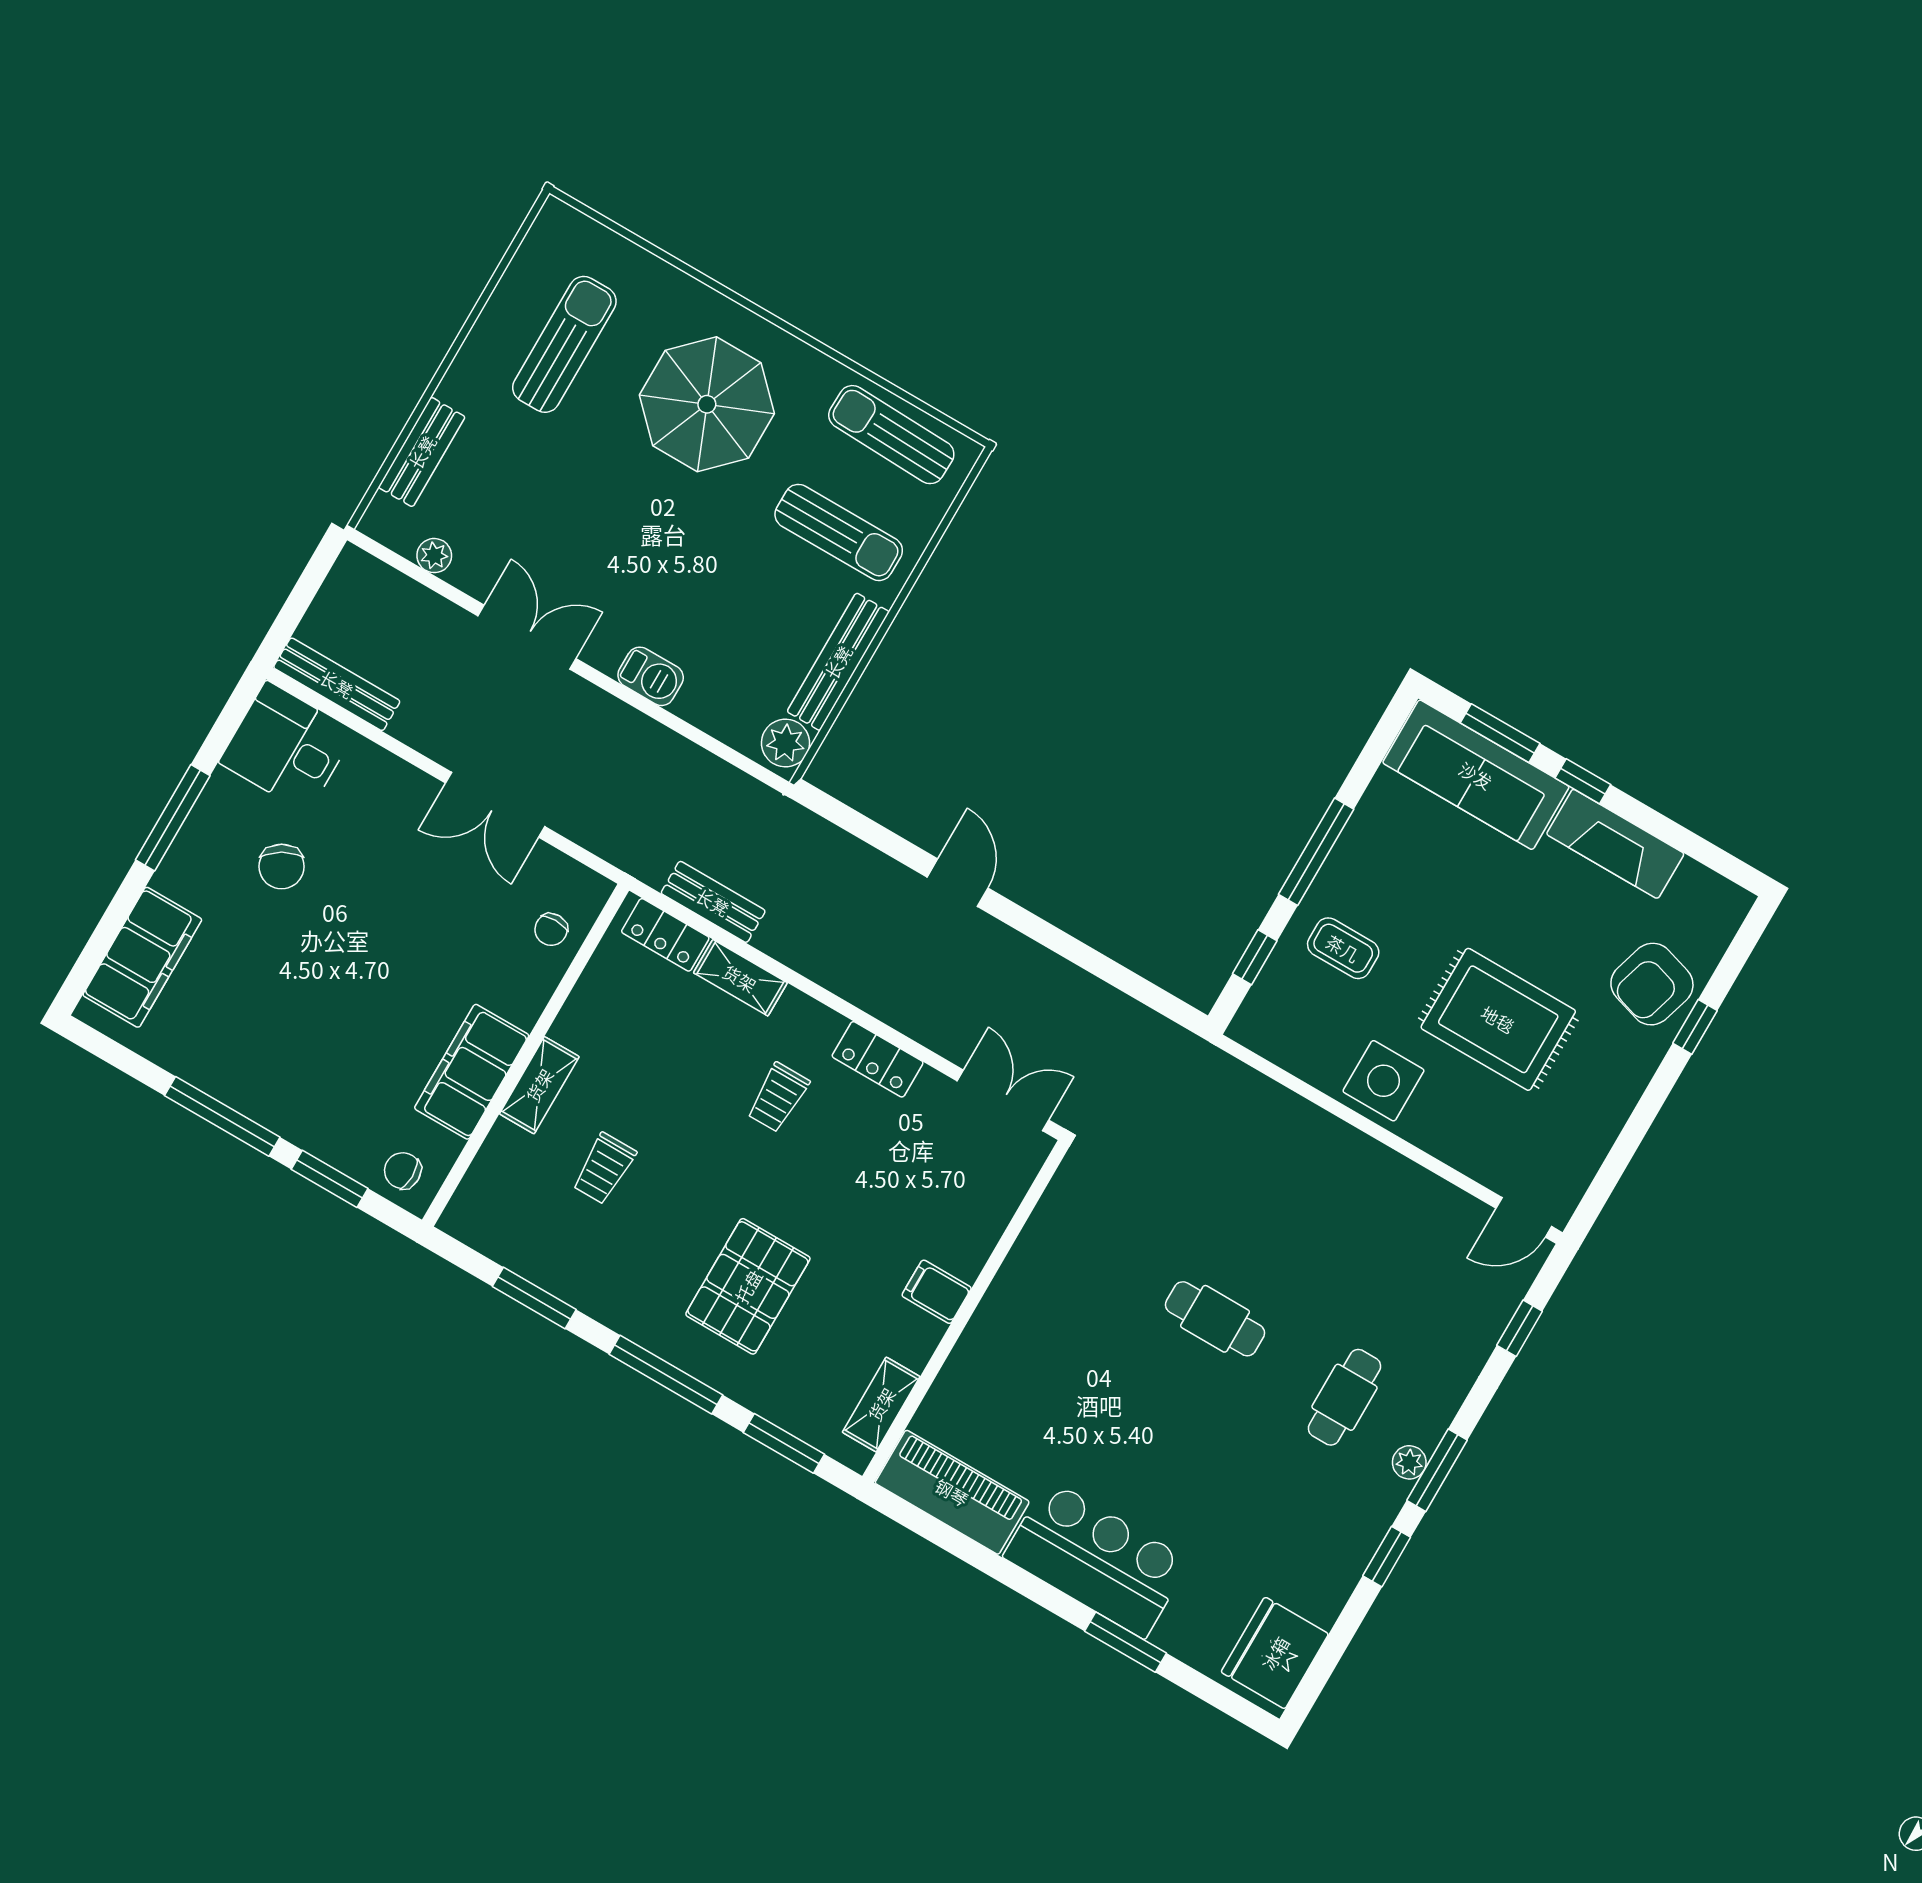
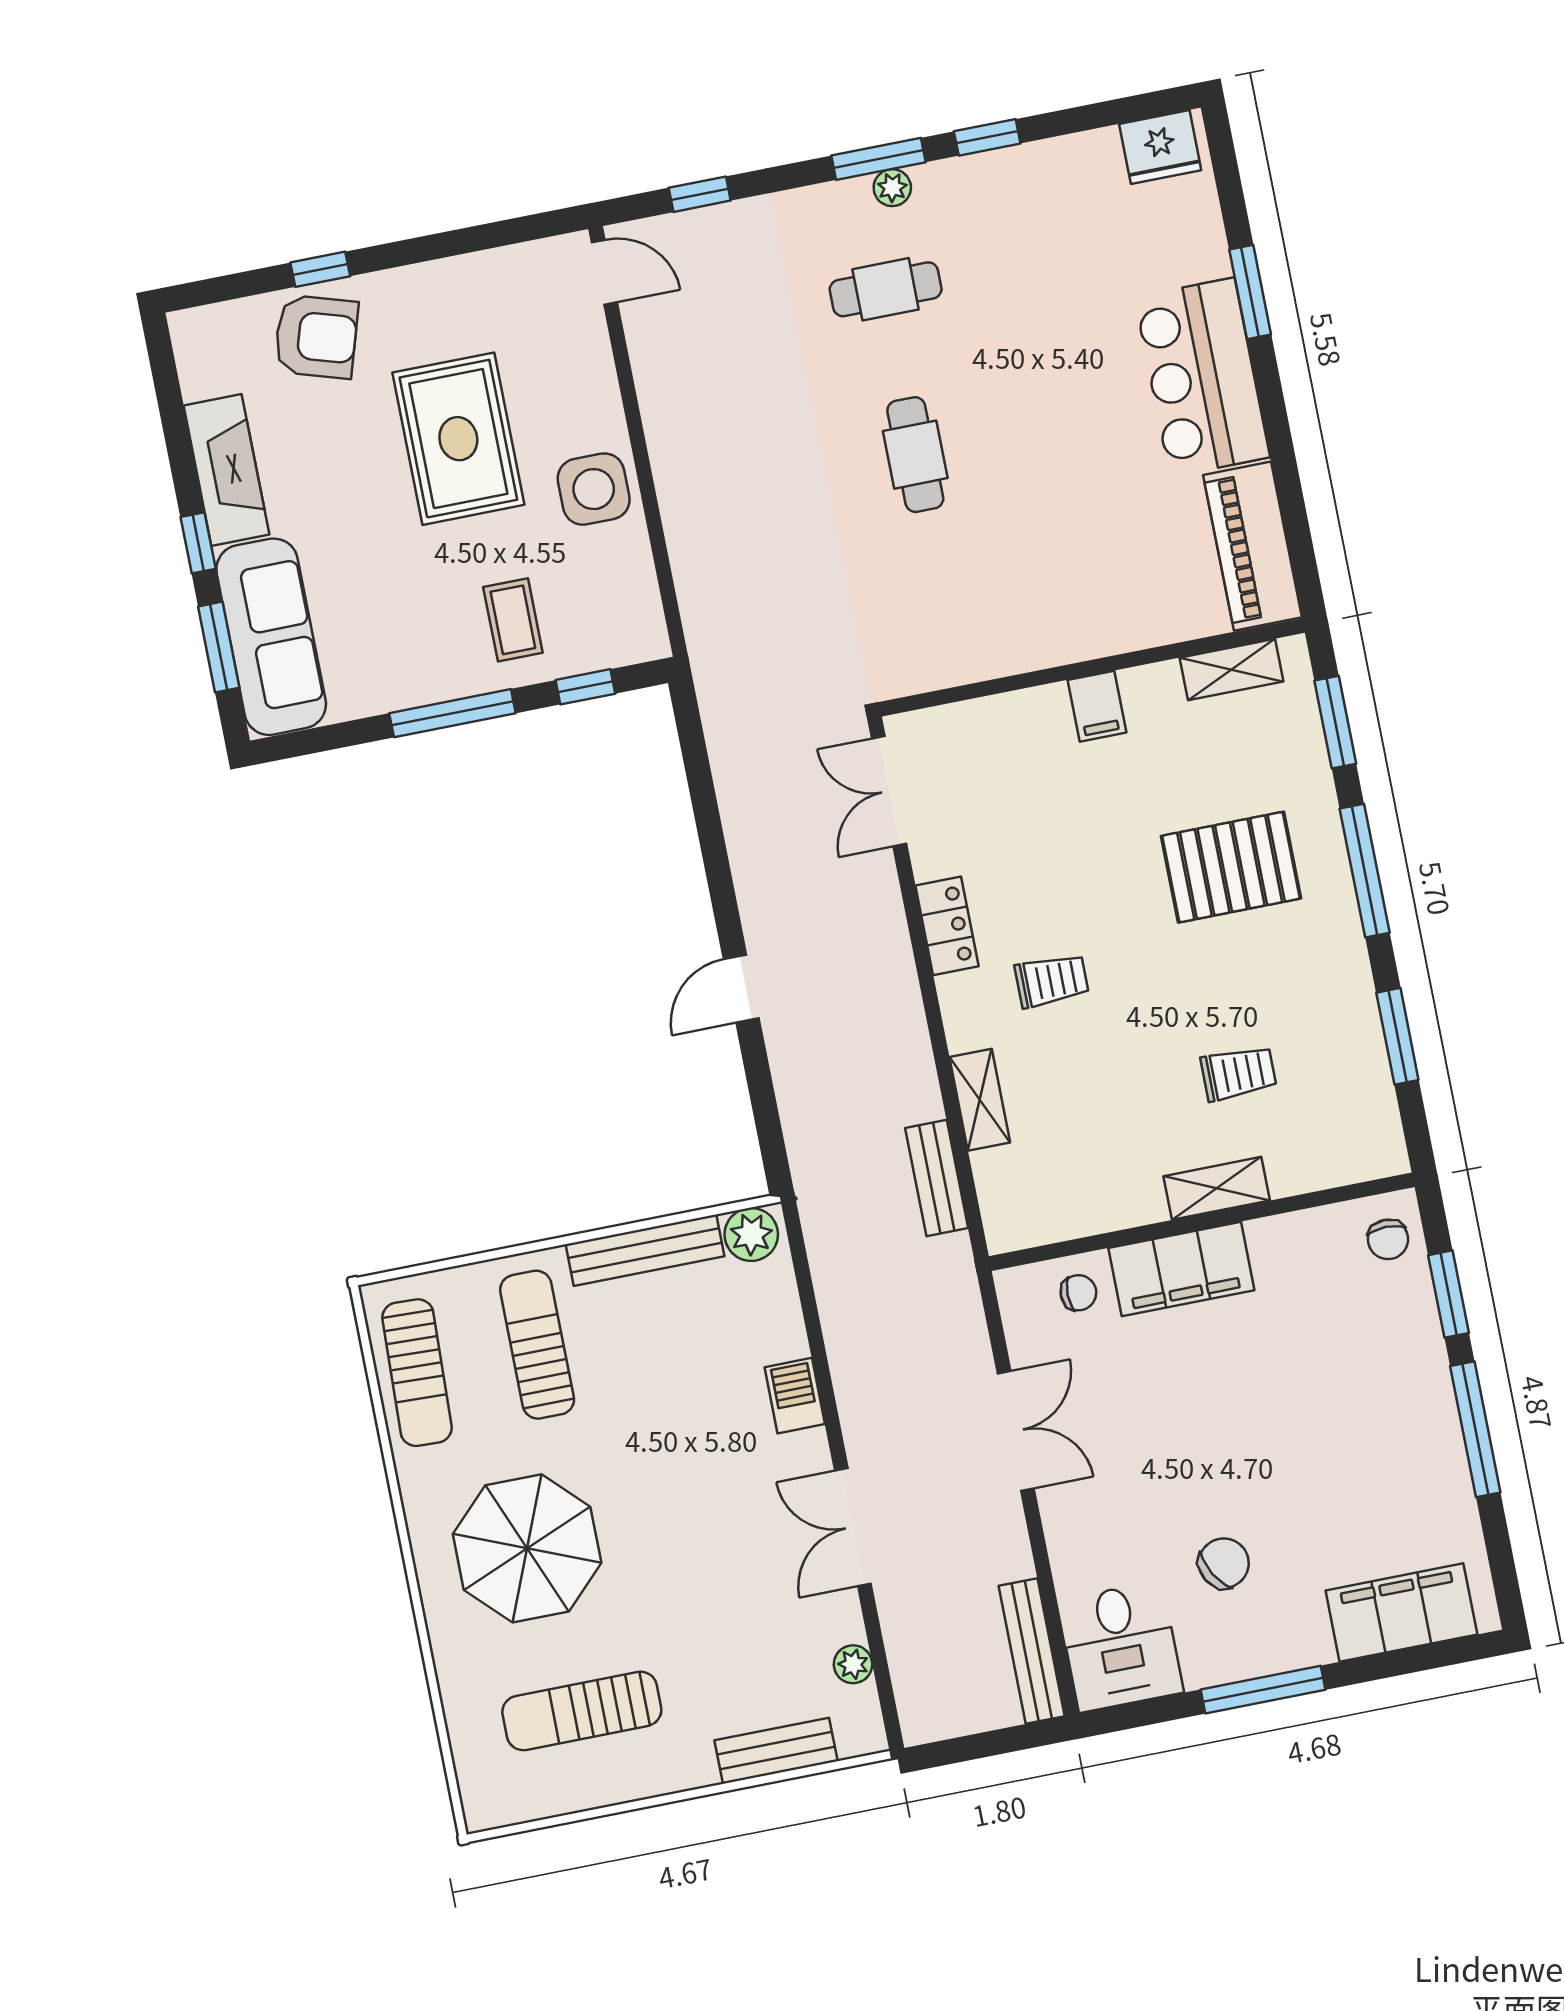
locker: (665, 935) -> (999, 1194), removed
filing cabinet: (472, 1072) -> (1181, 1269), moved
fridge: (1275, 1653) -> (1160, 147), width x0.73, depth x0.75

